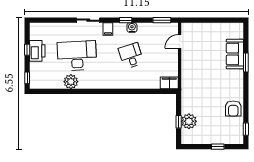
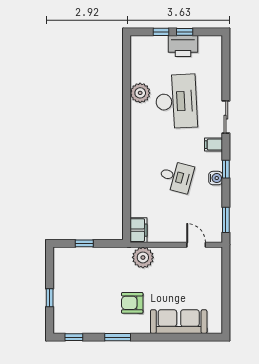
sofa: (235, 54) -> (179, 322), width x1.36
desk: (131, 56) -> (176, 177), turned 33
window: (246, 62) -> (118, 337), moved
window: (27, 78) -> (161, 32), moved
armchair: (233, 109) -> (132, 303), moved
plant: (189, 121) -> (143, 257), moved

